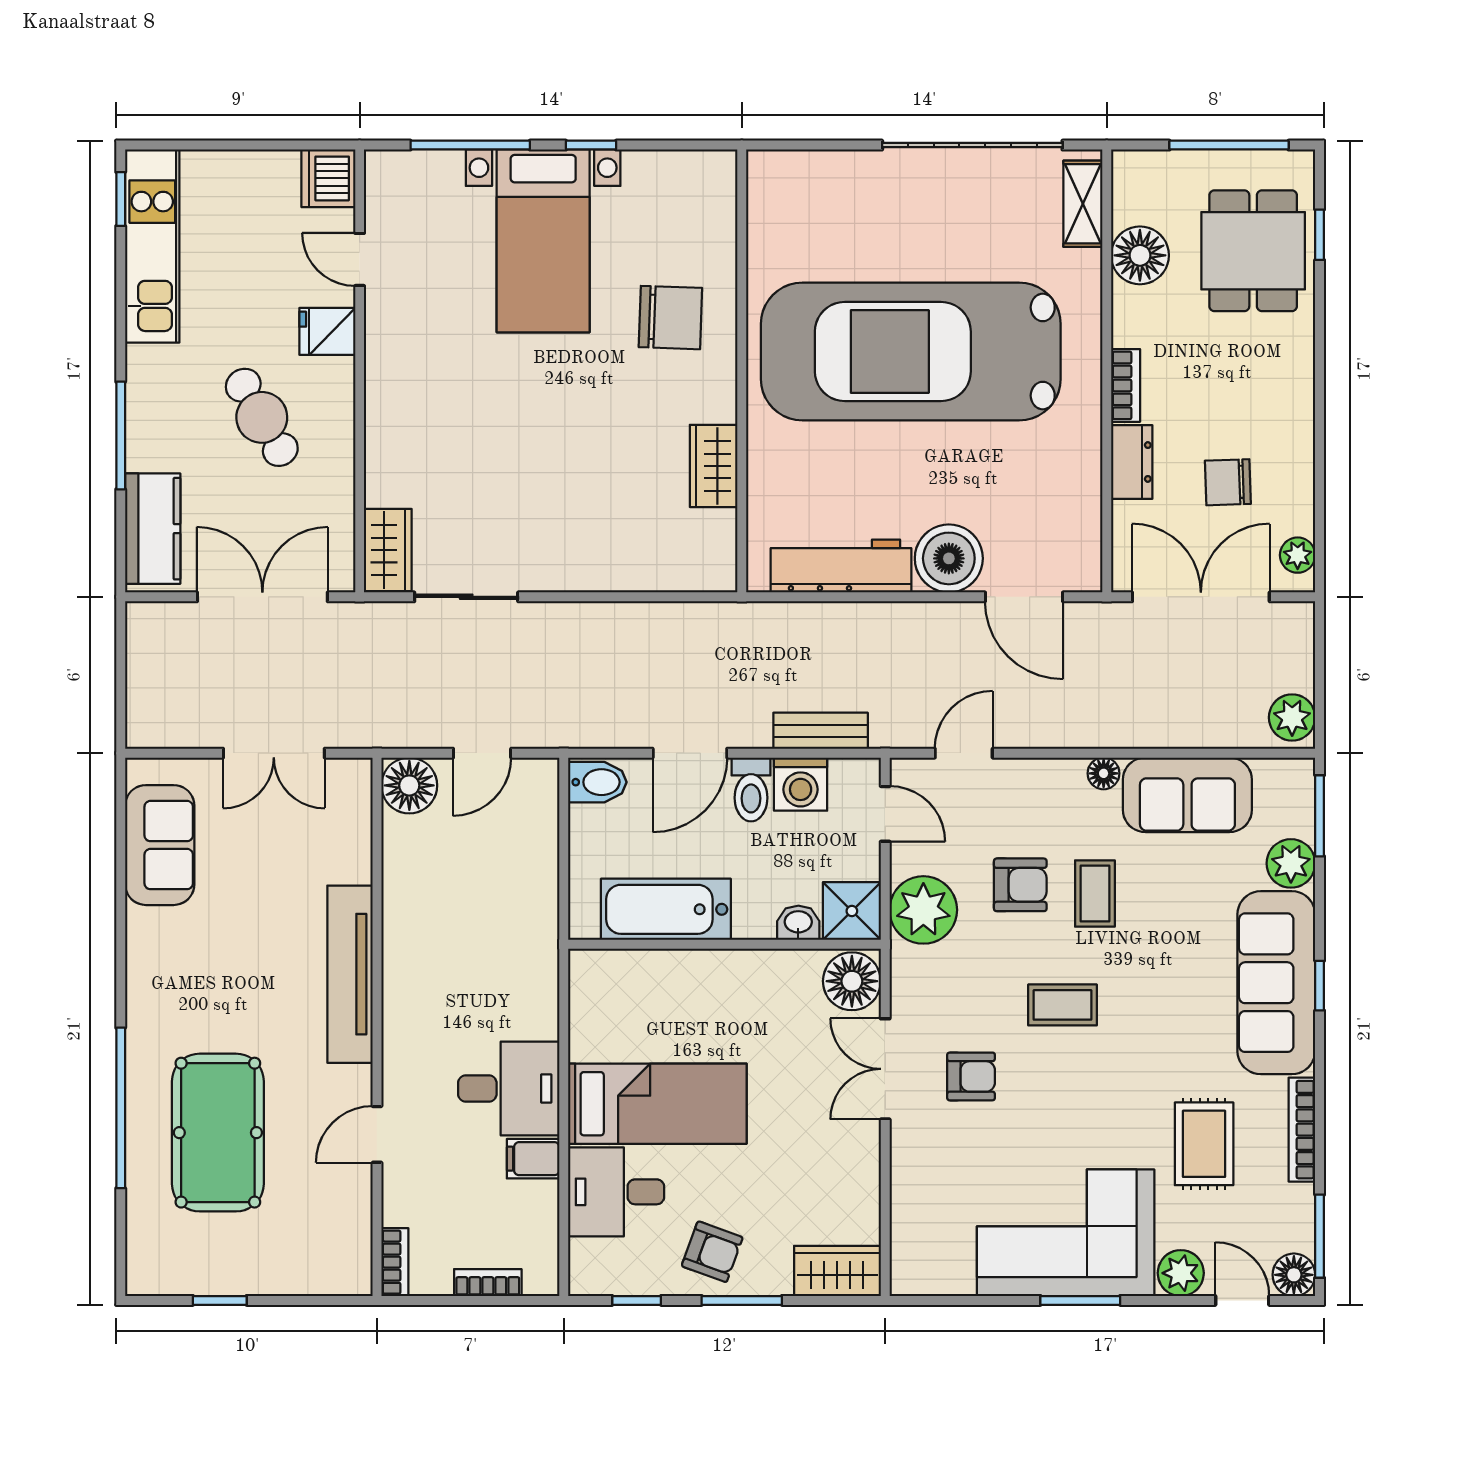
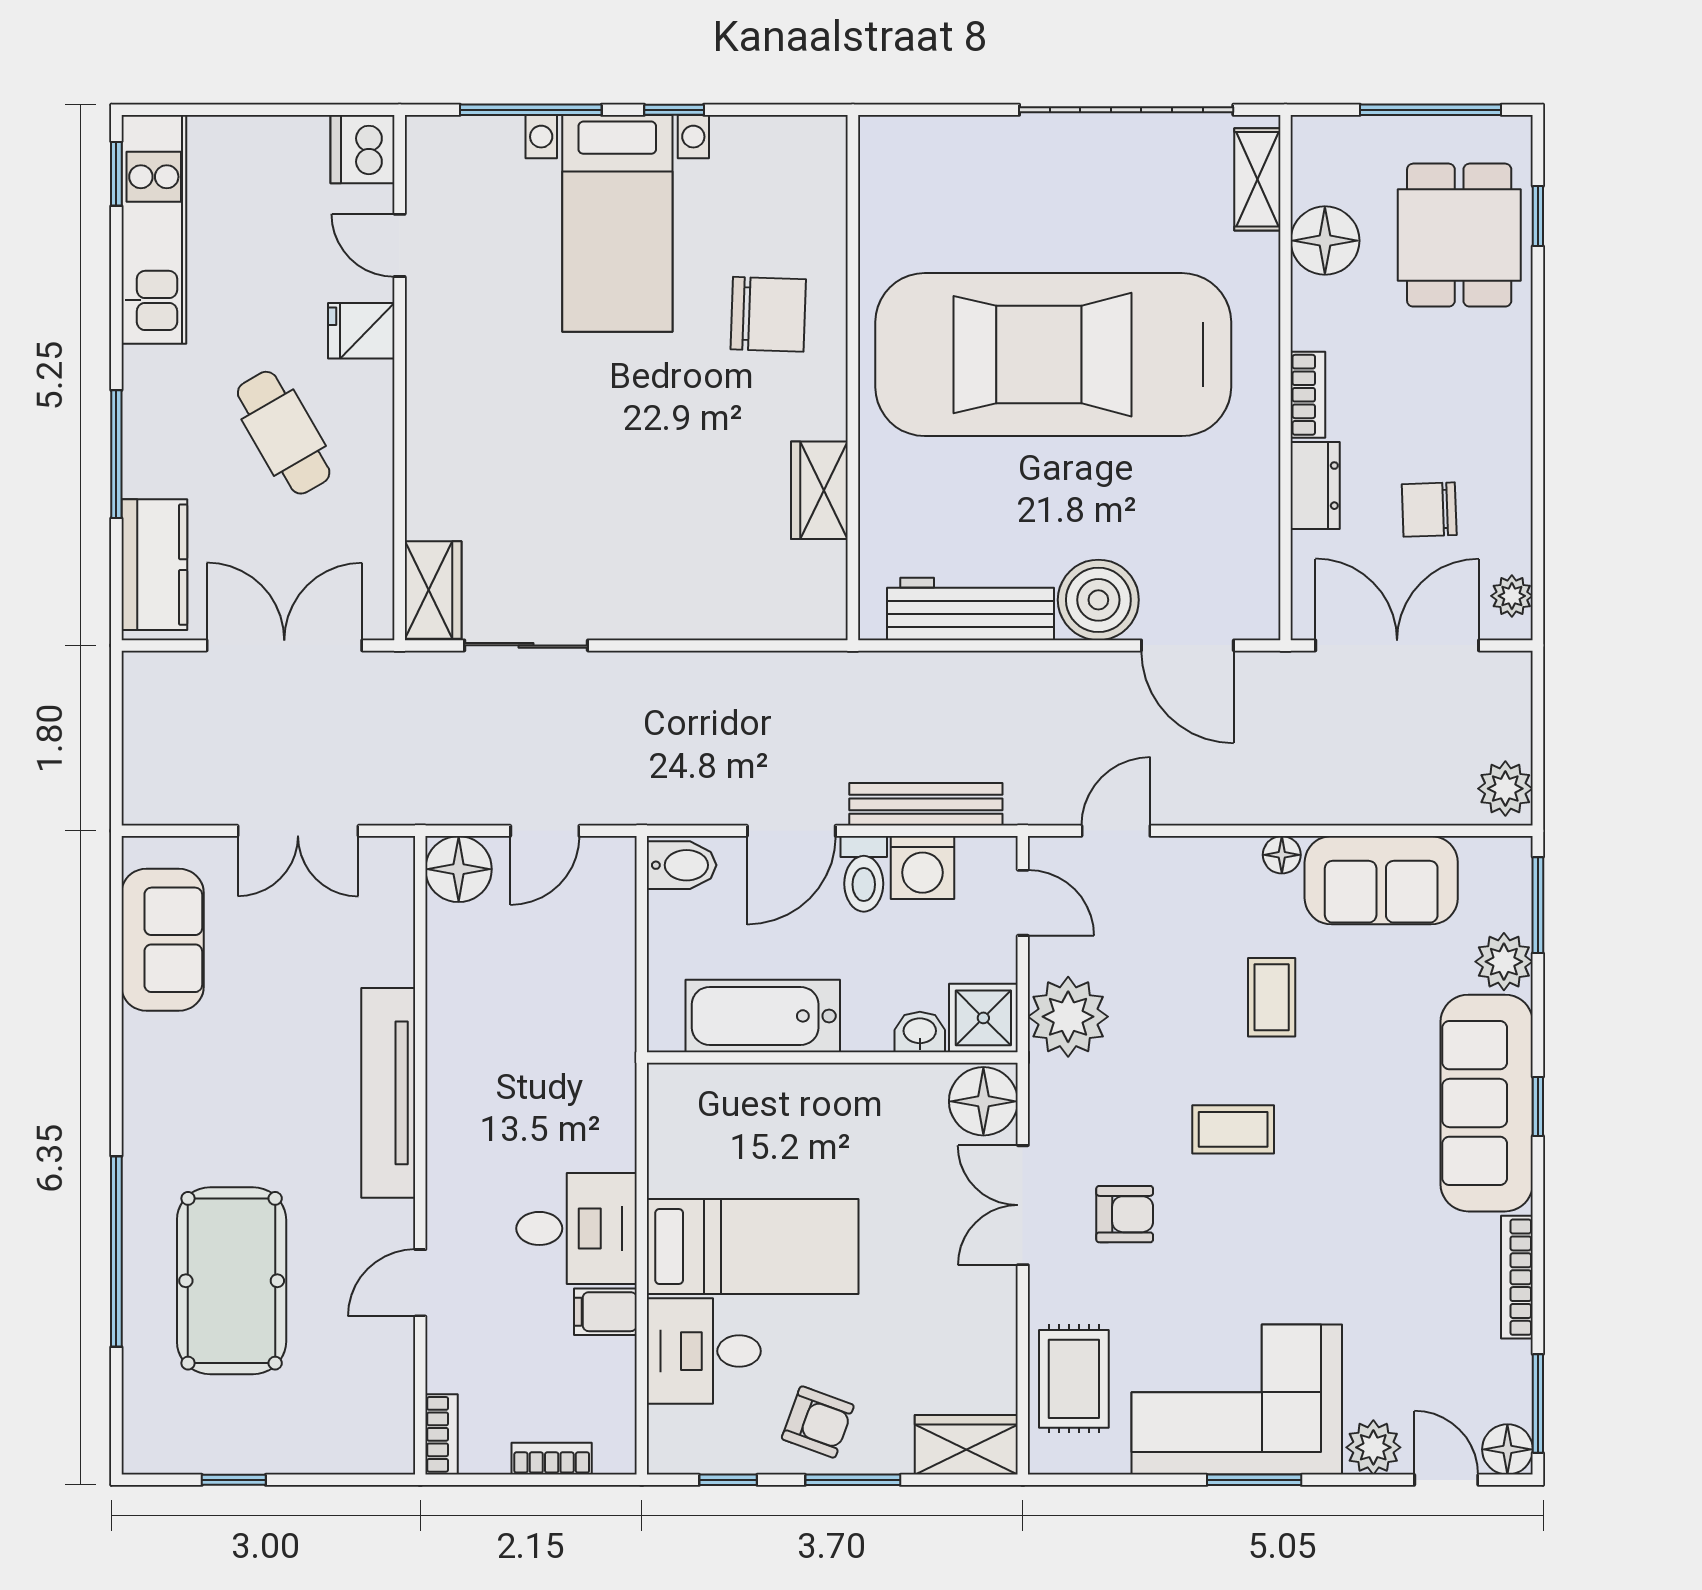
bench: (821, 731) -> (926, 804), width x1.36
armchair: (1020, 885) -> (1183, 987), removed
rug: (1204, 1144) -> (1074, 1379), moved

